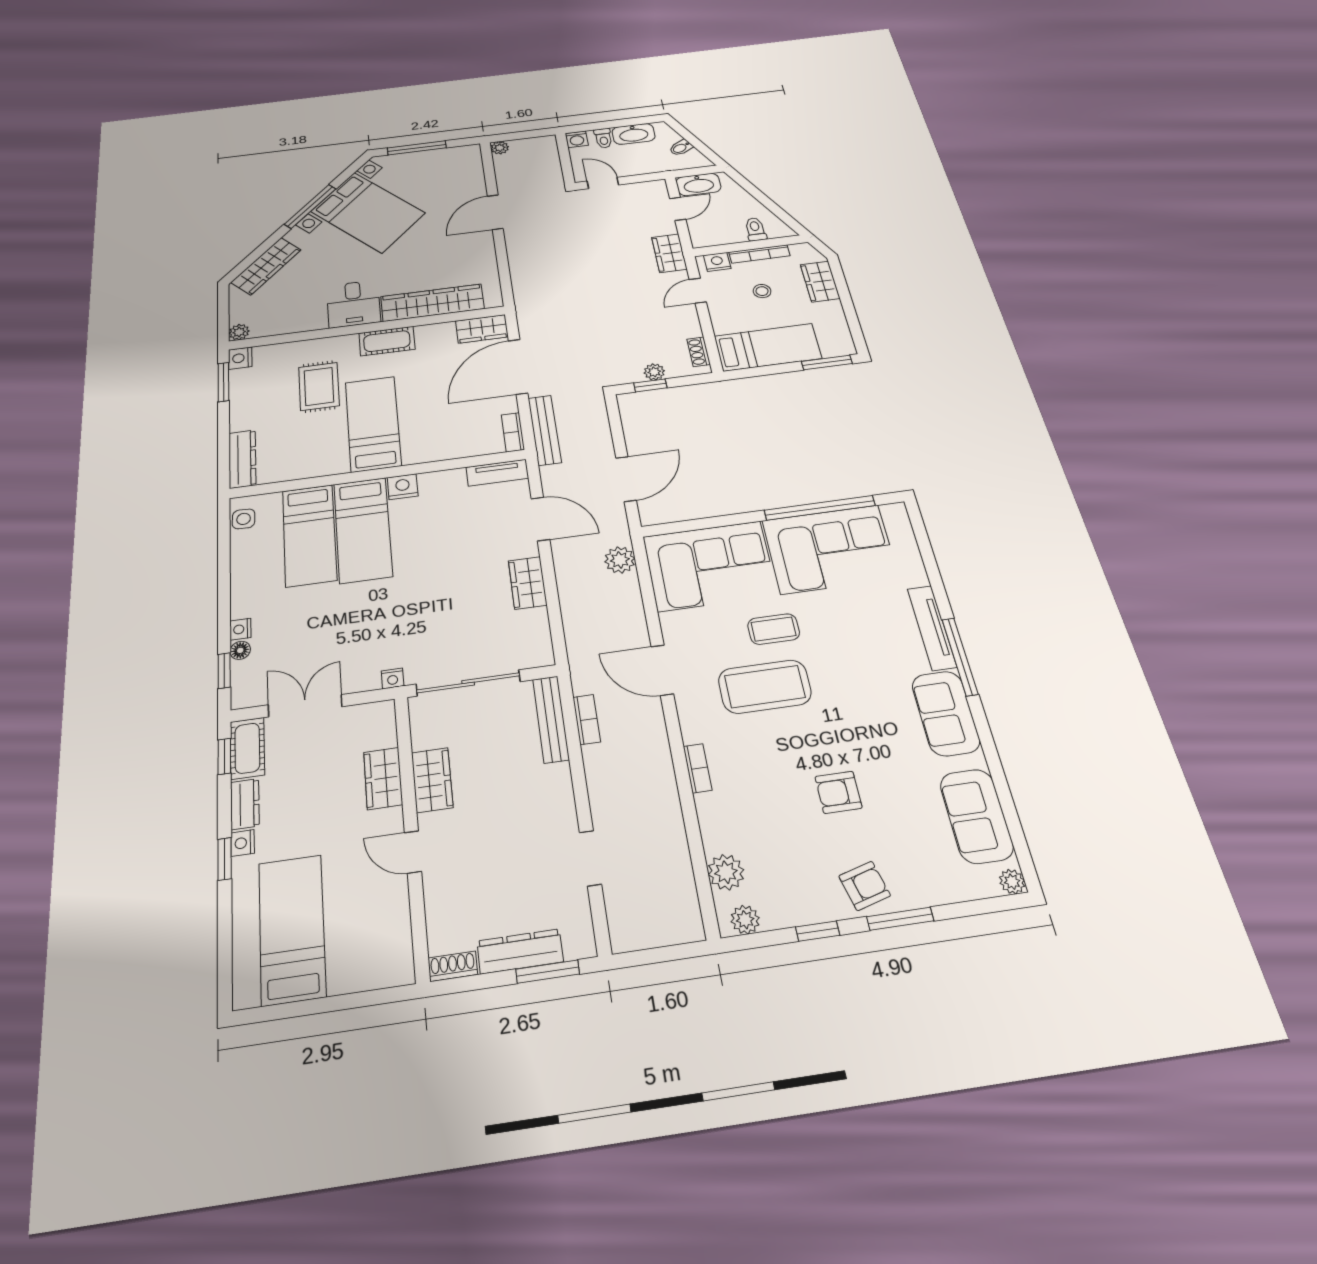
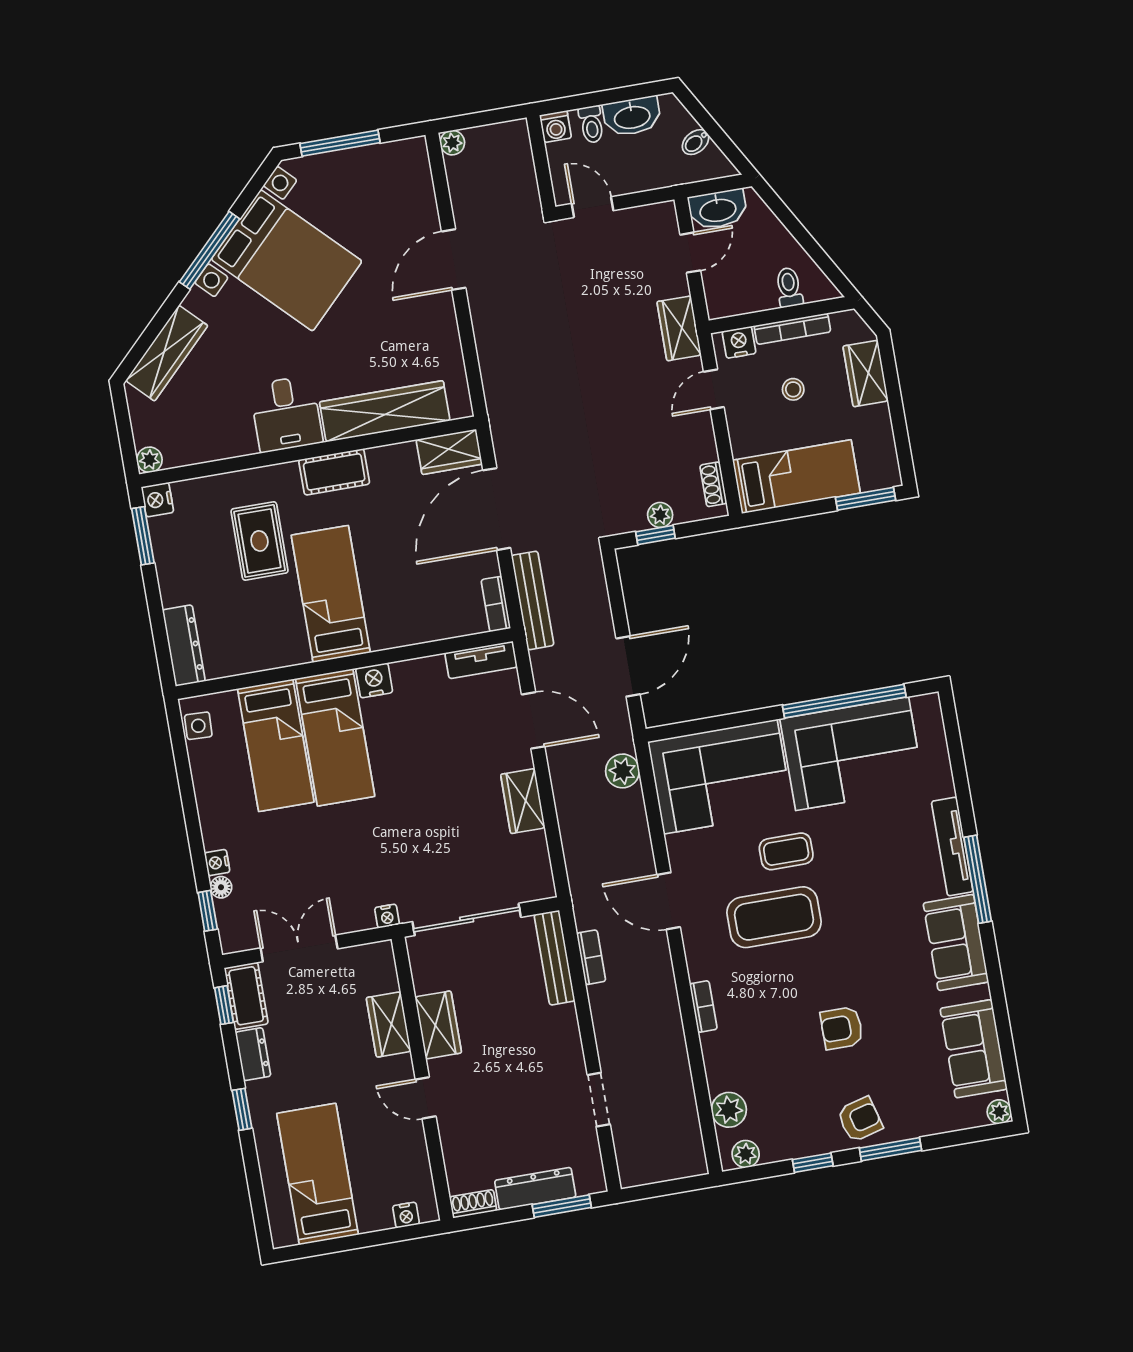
nightstand: (243, 843) -> (406, 1215), moved, turned -90

